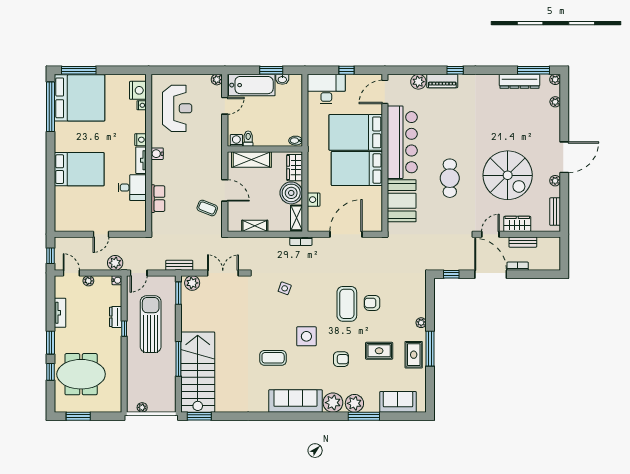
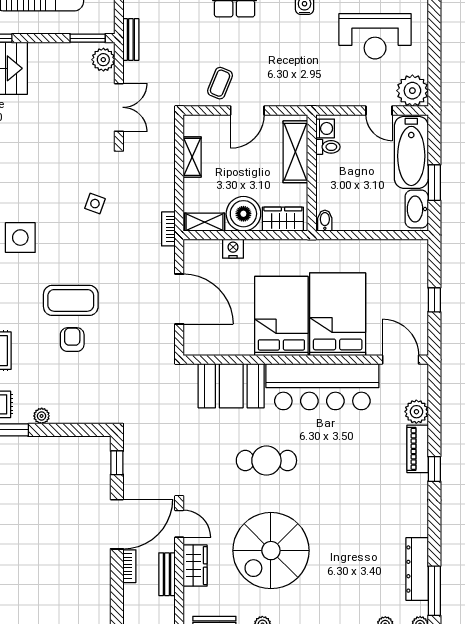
washbasin: (282, 79) -> (417, 209), width x1.91, depth x1.45
plant: (217, 80) -> (412, 91), width x1.87, depth x1.87
desk: (326, 89) -> (405, 268), removed

